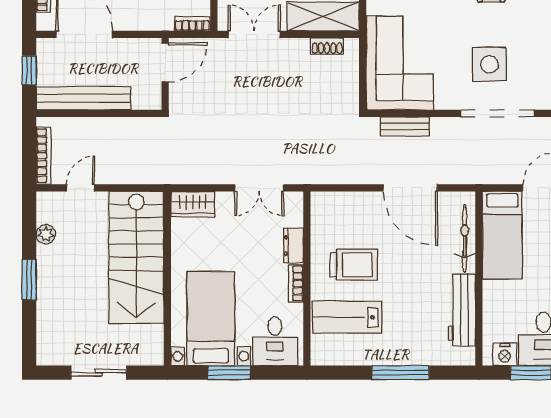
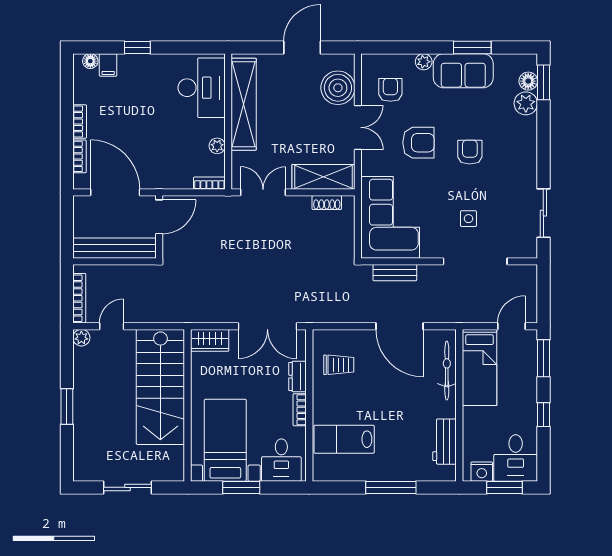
door: (165, 63) -> (159, 217), moved
side table: (489, 64) -> (468, 219), width x0.54, depth x0.54
window: (29, 70) -> (67, 224), removed
wall: (165, 74) -> (159, 227), moved
double door: (259, 188) -> (267, 326), width x1.37
plant: (46, 234) -> (81, 338), moved
trolley: (354, 265) -> (339, 365), moved, width x0.73, depth x0.72
workbench: (462, 310) -> (444, 442), width x0.73

